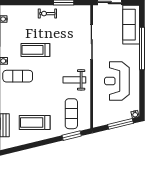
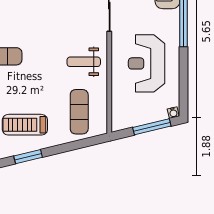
treadmill: (35, 50) -> (26, 18), removed
window: (72, 136) -> (28, 157), moved

